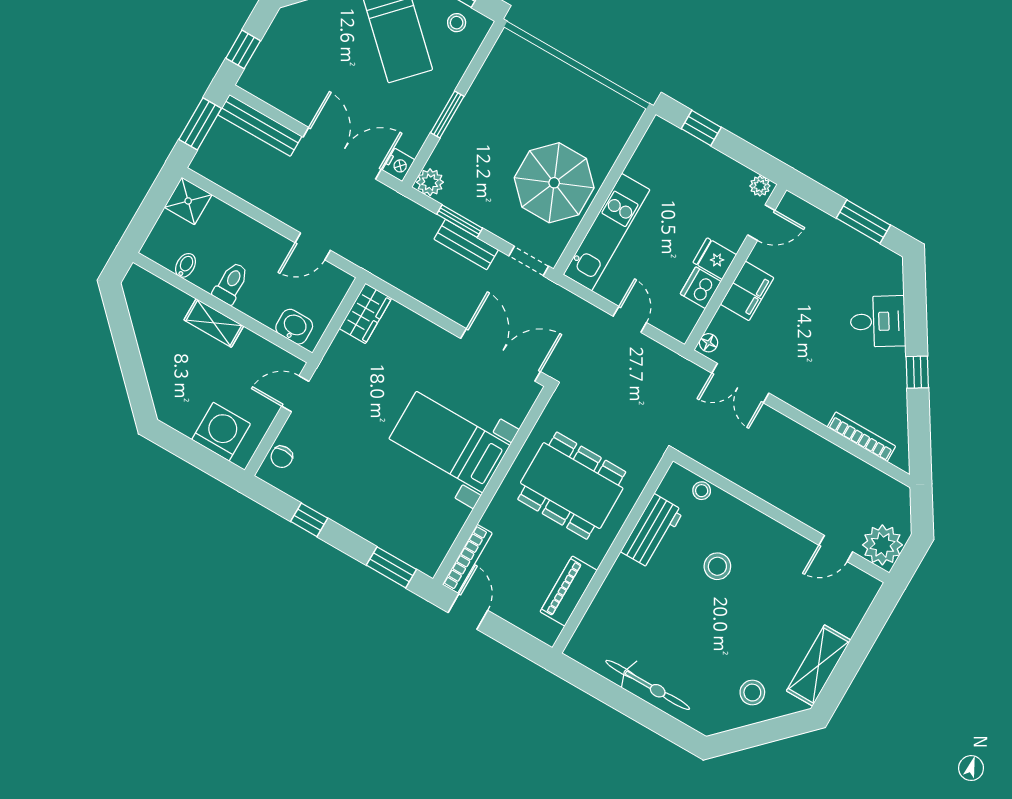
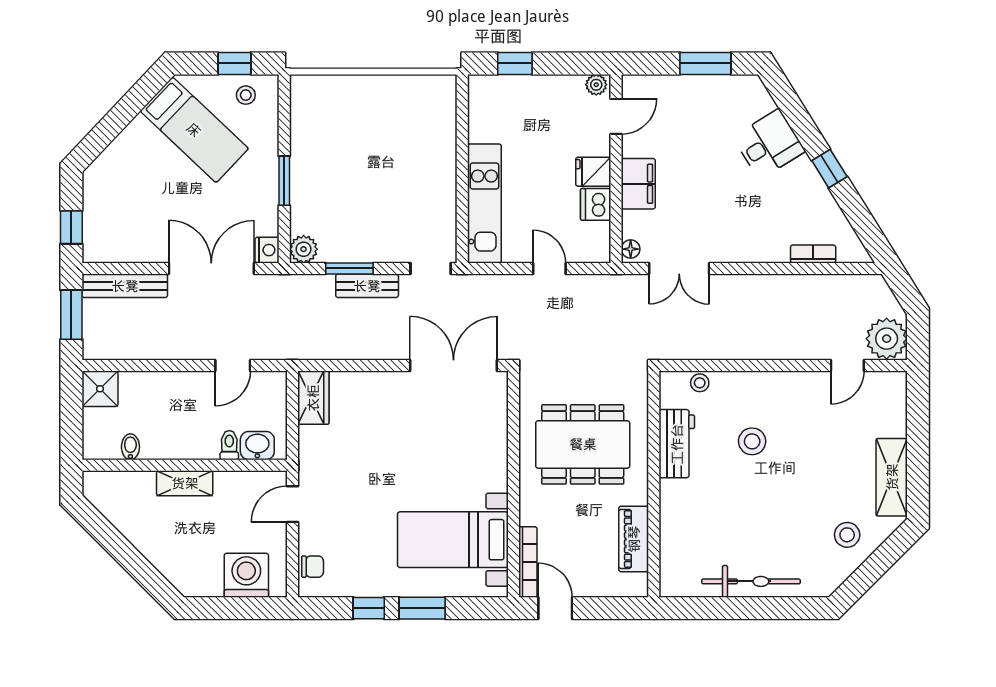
parasol: (554, 183) -> (413, 187), removed
toilet: (231, 283) -> (229, 445), moved, width x0.73, depth x0.72
bookcase: (861, 437) -> (813, 254), width x0.64
bed with nightstands: (449, 442) -> (453, 540), moved
chair: (282, 457) -> (313, 567), turned -90
window: (391, 567) -> (422, 608), moved

